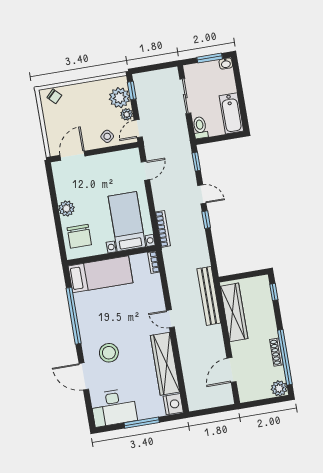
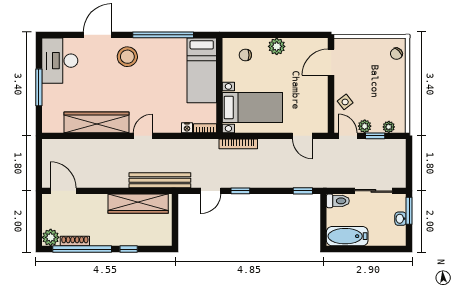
window: (210, 58) -> (409, 211), moved
washbasin: (226, 63) -> (400, 219), moved
window: (132, 90) -> (375, 136), moved
plant: (120, 98) -> (389, 127), width x0.53, depth x0.53
door: (72, 156) -> (331, 62), swing flipped
door: (202, 194) -> (211, 191), moved
chair: (79, 236) -> (245, 55), width x0.54, depth x0.54
window: (274, 292) -> (129, 249), moved
shoe rack: (276, 352) -> (75, 241), moved
stool: (109, 353) -> (127, 57), moved
door: (232, 370) -> (63, 191), moved
nightstand: (173, 404) -> (187, 128), moved, width x0.53, depth x0.56

